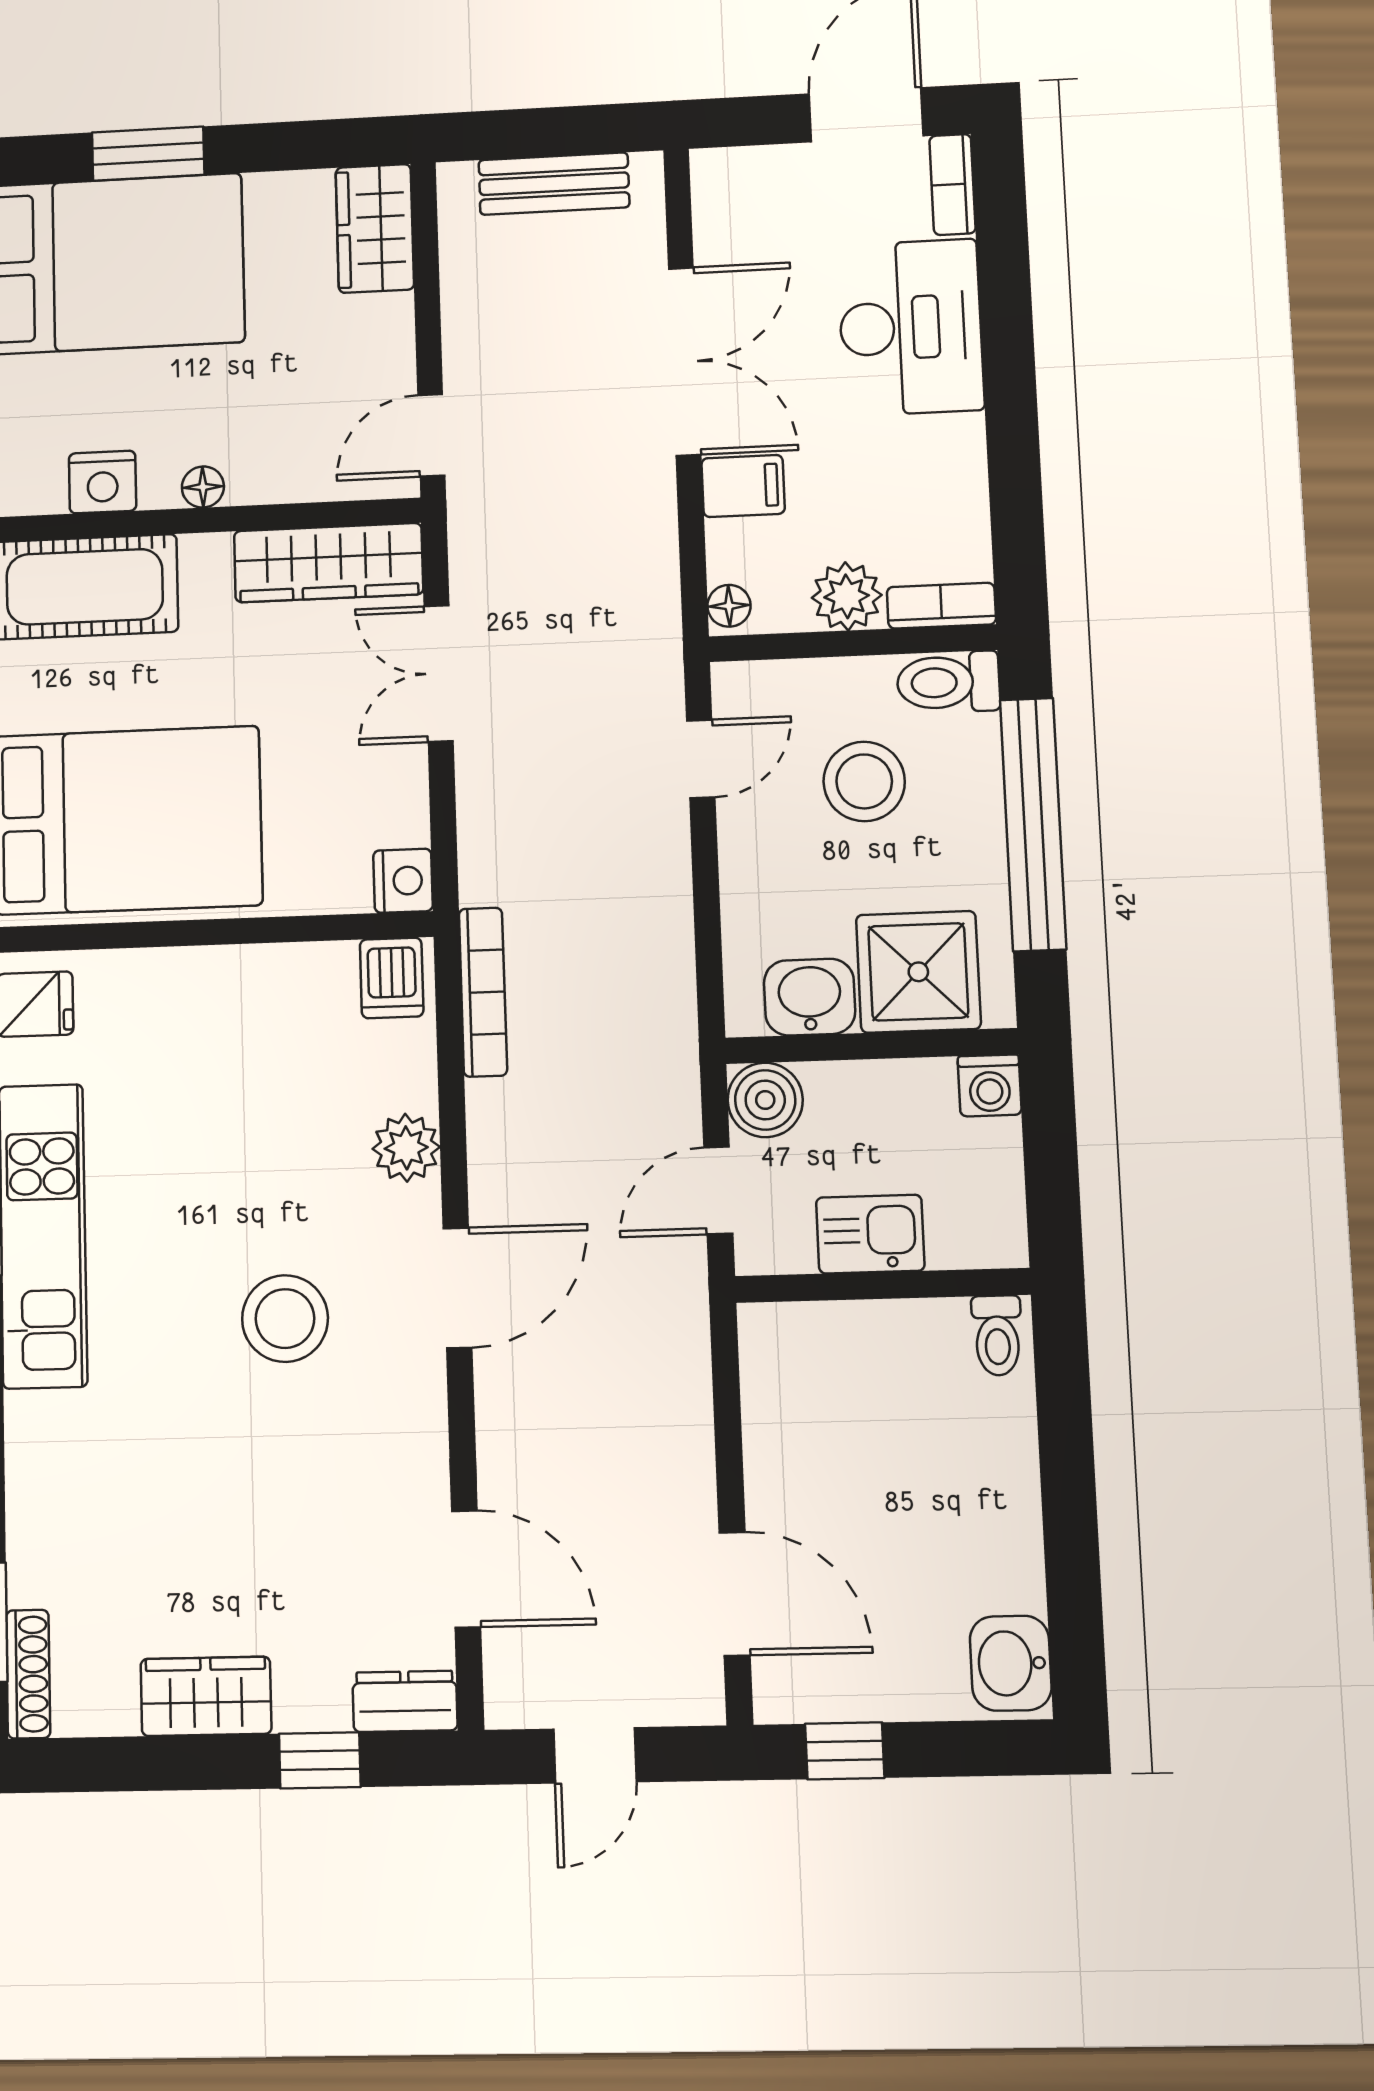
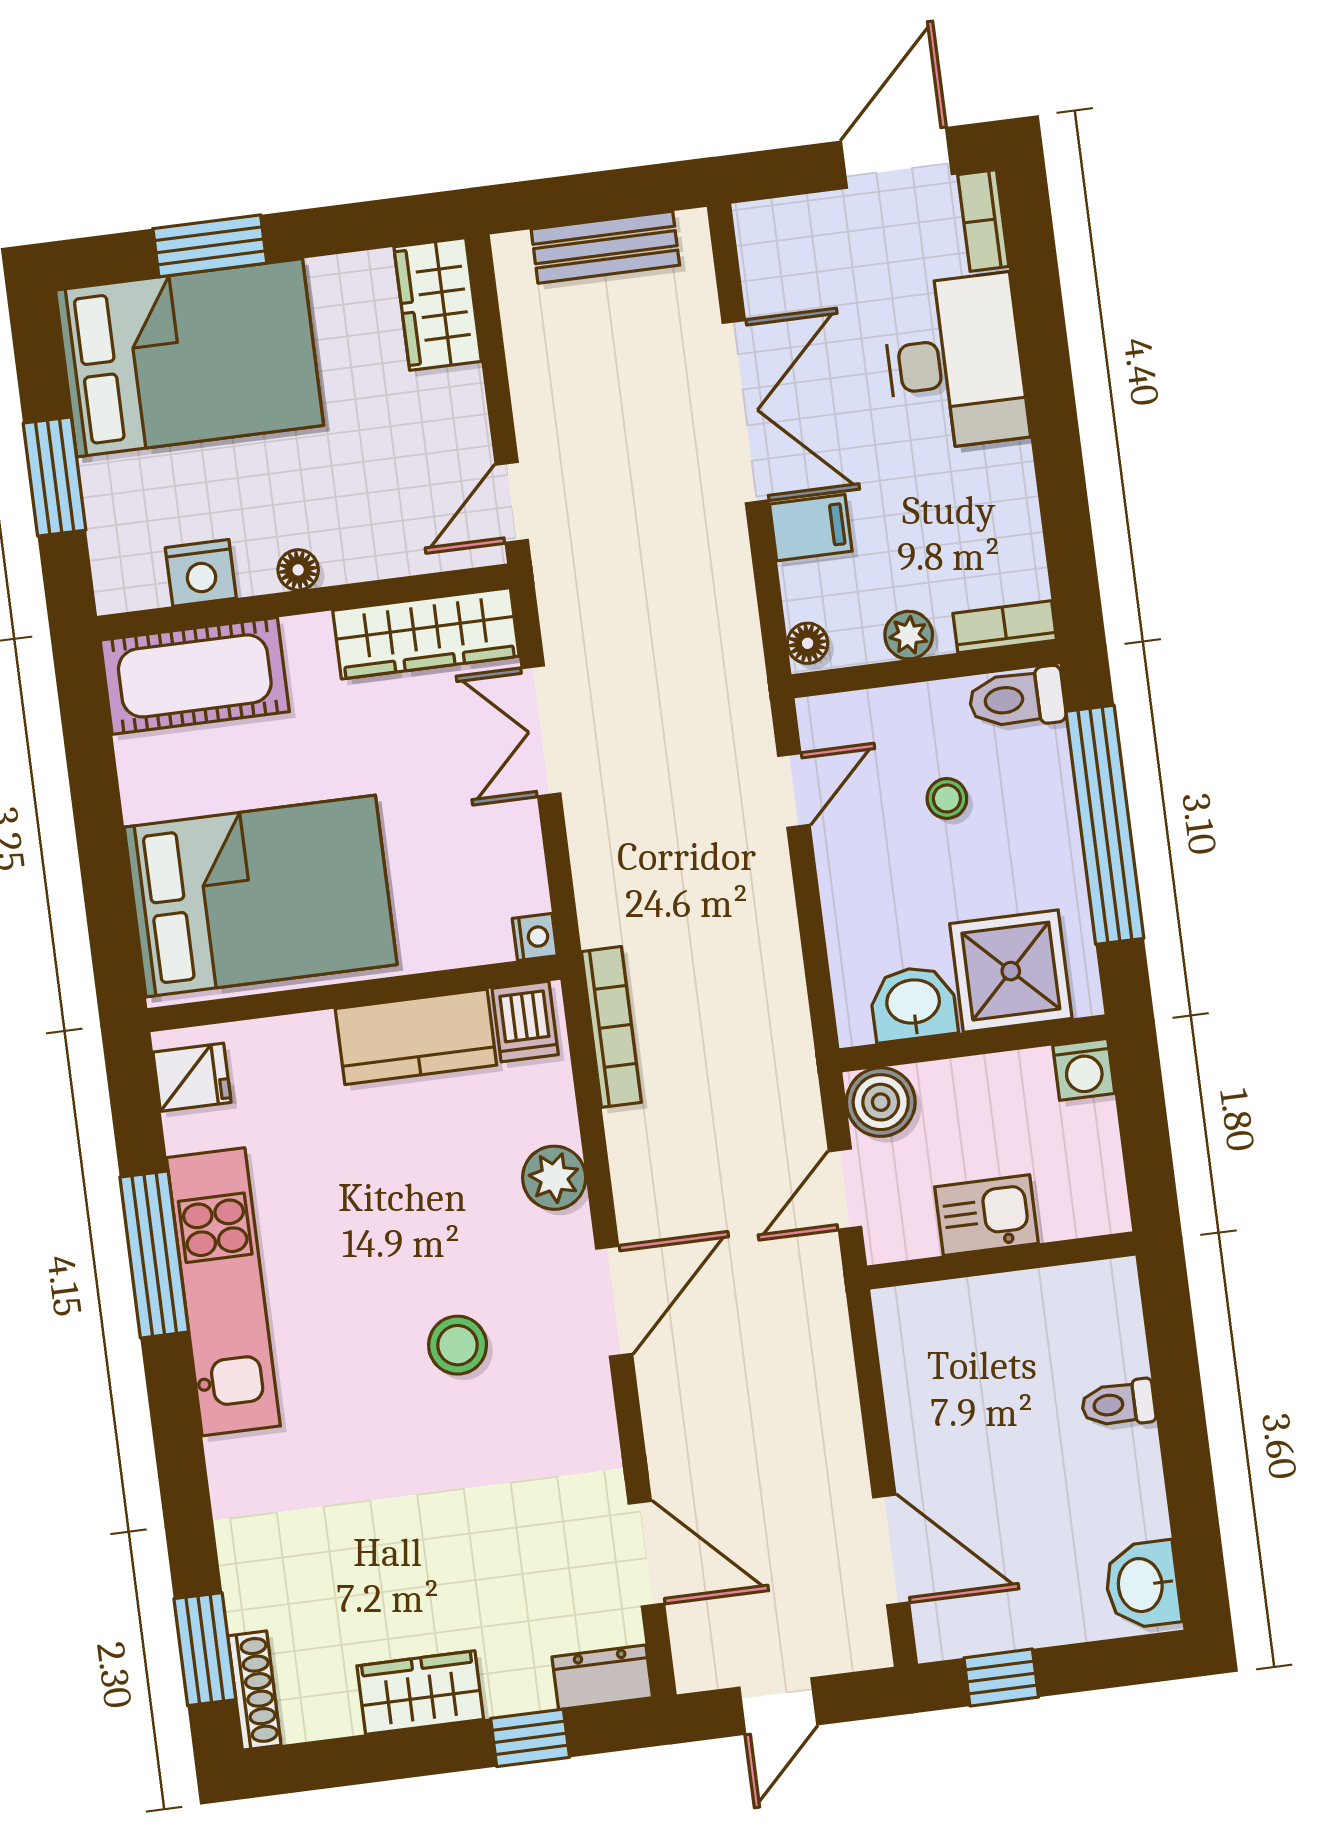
plant: (847, 596) -> (909, 635), width x0.73, depth x0.73
stool: (864, 781) -> (947, 798), width x0.53, depth x0.53
nightstand: (403, 881) -> (535, 937), width x0.72, depth x0.74
kitchen counter: (275, 983) -> (416, 1037), added
stool: (285, 1319) -> (458, 1345), width x0.73, depth x0.73
toilet: (997, 1336) -> (1118, 1404), moved, turned 90

